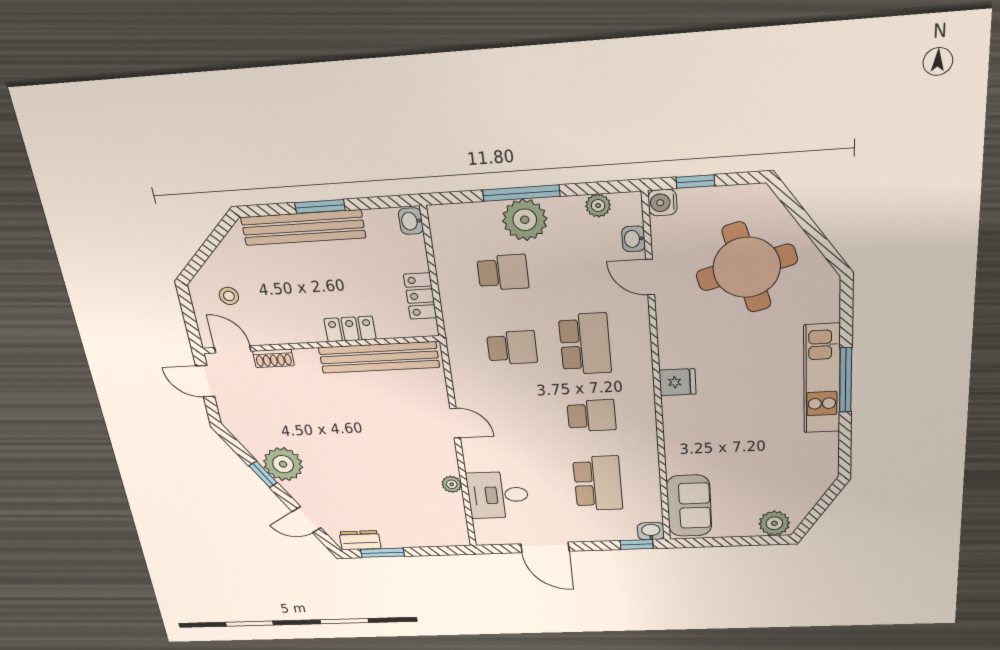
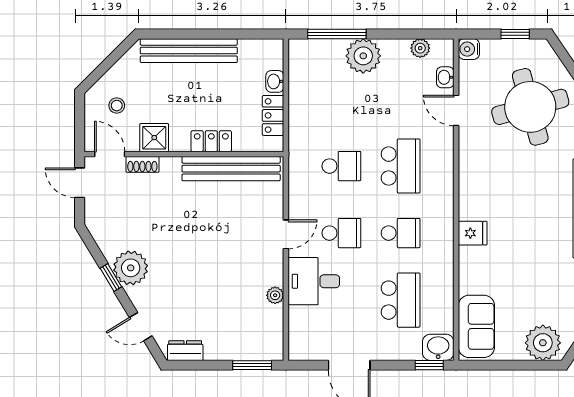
window: (695, 182) -> (515, 34), moved
window: (521, 193) -> (337, 34), moved
window: (320, 206) -> (205, 34), removed
washbasin: (411, 221) -> (275, 81), moved
school desk: (503, 272) -> (341, 233), moved
shower: (281, 329) -> (154, 138), added
fridge: (678, 382) -> (473, 233), moved
door: (455, 423) -> (286, 234), hinge flipped
desk: (498, 495) -> (314, 281), moved
plant: (774, 523) -> (543, 343), width x1.36, depth x1.36
washbasin: (651, 531) -> (438, 347), width x1.38, depth x1.45
window: (382, 553) -> (252, 365), moved

